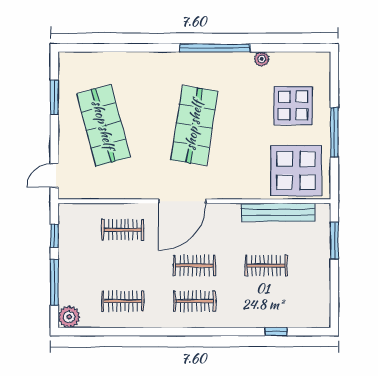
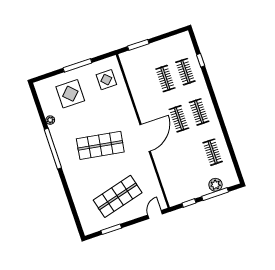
display table: (296, 171) -> (106, 80), width x0.54, depth x0.54
door: (54, 176) -> (155, 214), swing flipped
door: (182, 201) -> (145, 138), hinge flipped
bench: (278, 212) -> (133, 82), removed
clothes rail: (123, 230) -> (185, 72), moved
plant: (69, 317) -> (215, 185), moved

